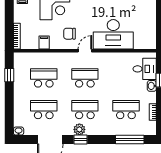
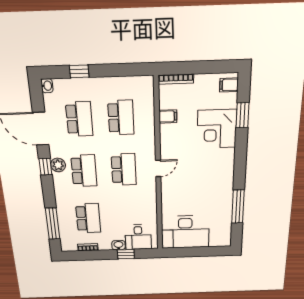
chair: (70, 34) -> (180, 149), removed
desk: (113, 34) -> (185, 232), moved, turned -90
door: (85, 51) -> (158, 168), hinge flipped
window: (9, 75) -> (79, 71), moved

